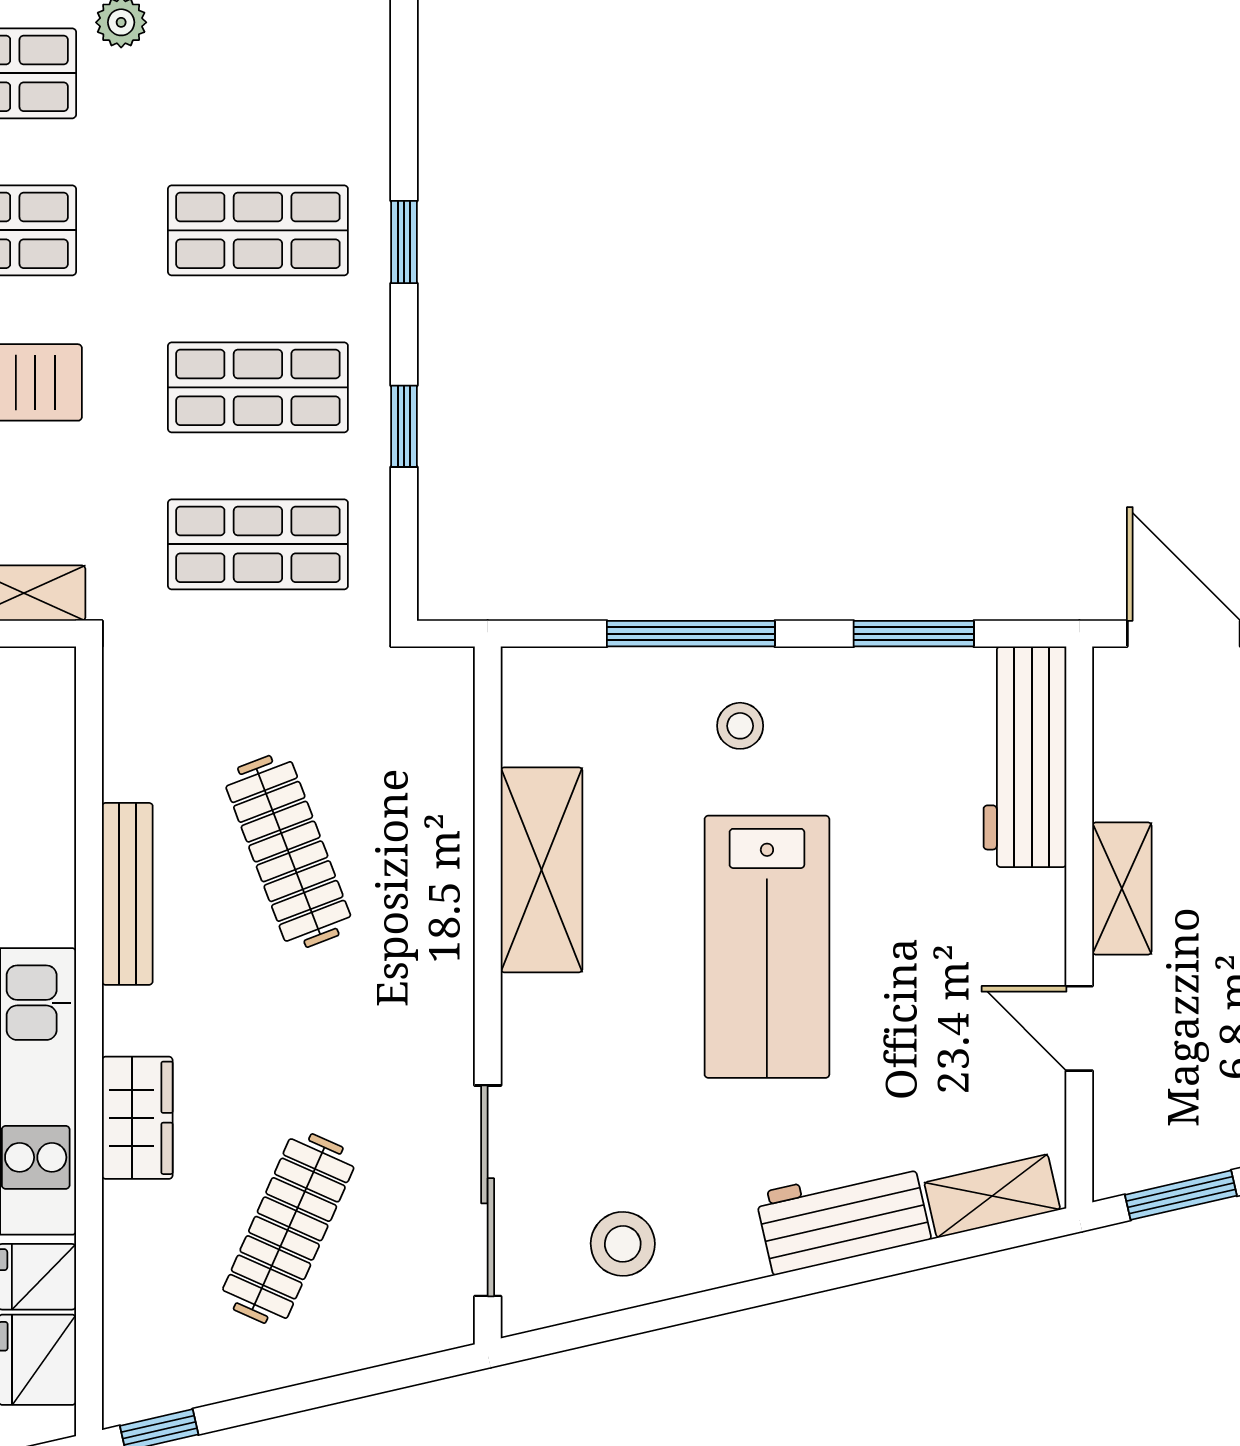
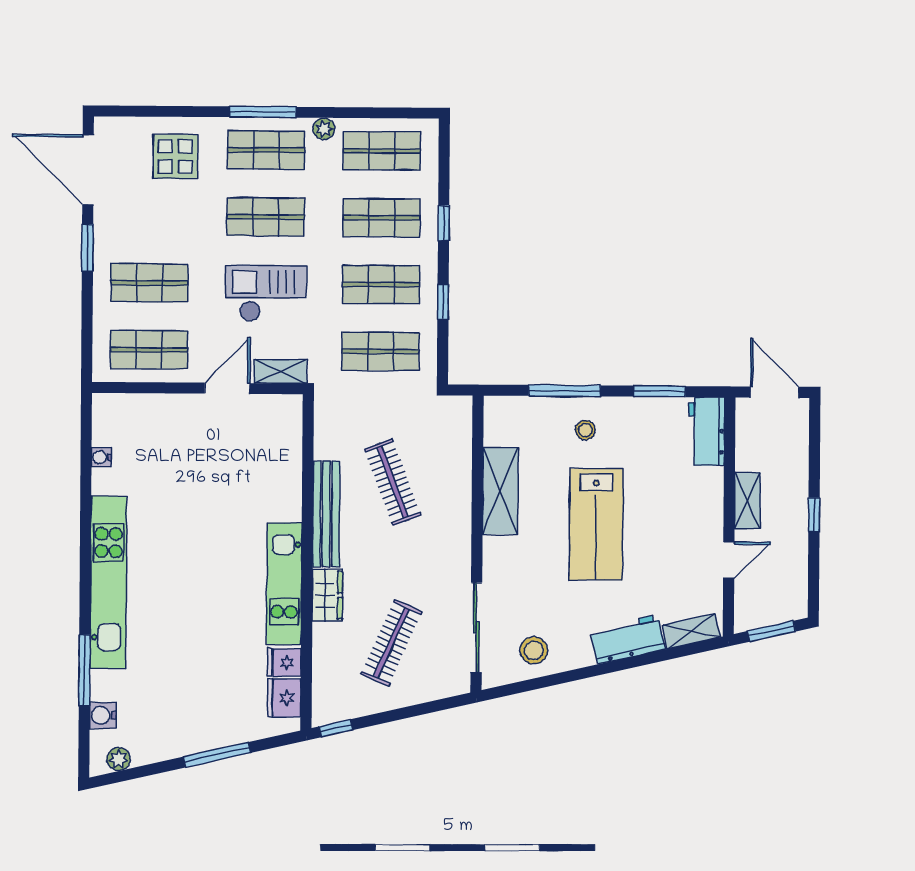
shop shelf: (258, 73) -> (382, 151), added
workbench: (1025, 757) -> (707, 431), width x0.73
bench: (127, 894) -> (326, 514), width x1.37, depth x1.21
door: (1079, 1028) -> (729, 560), swing flipped

